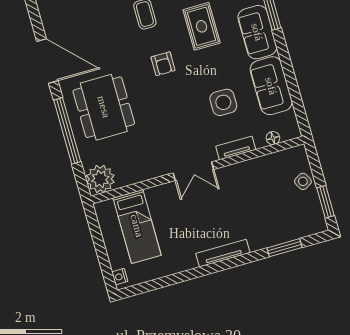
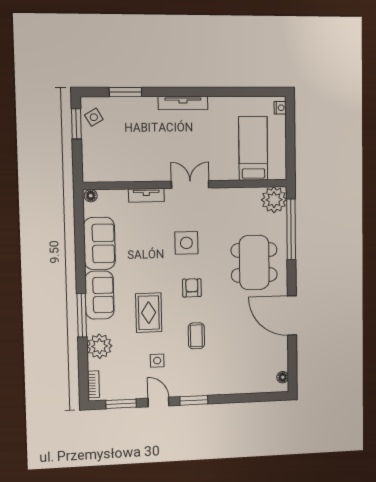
side table: (223, 102) -> (186, 243), moved
window: (67, 131) -> (291, 229), moved
floor lamp: (273, 138) -> (91, 196), moved
side table: (303, 181) -> (94, 117), moved

